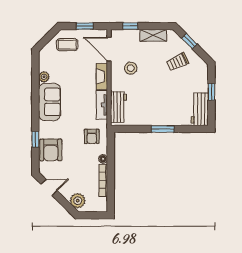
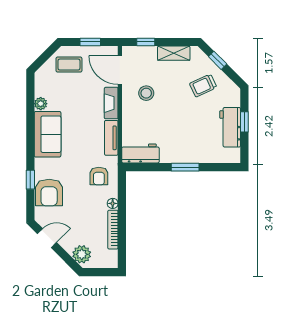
workbench: (119, 107) -> (140, 153), moved, turned -90
workbench: (200, 109) -> (230, 127), moved

